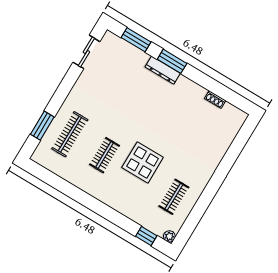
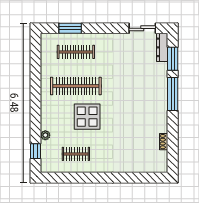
window: (172, 61) -> (173, 94), width x1.44
dresser: (163, 70) -> (162, 47), moved
clothes rail: (105, 155) -> (76, 86), width x1.86, depth x1.31
plant: (169, 236) -> (45, 135), moved

